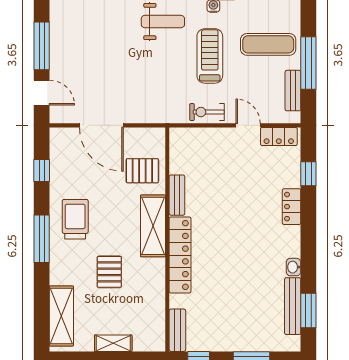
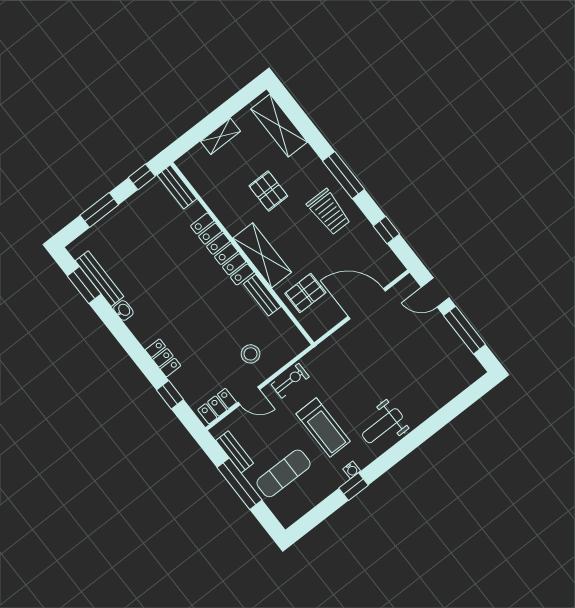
stool: (221, 157) -> (251, 354), added

